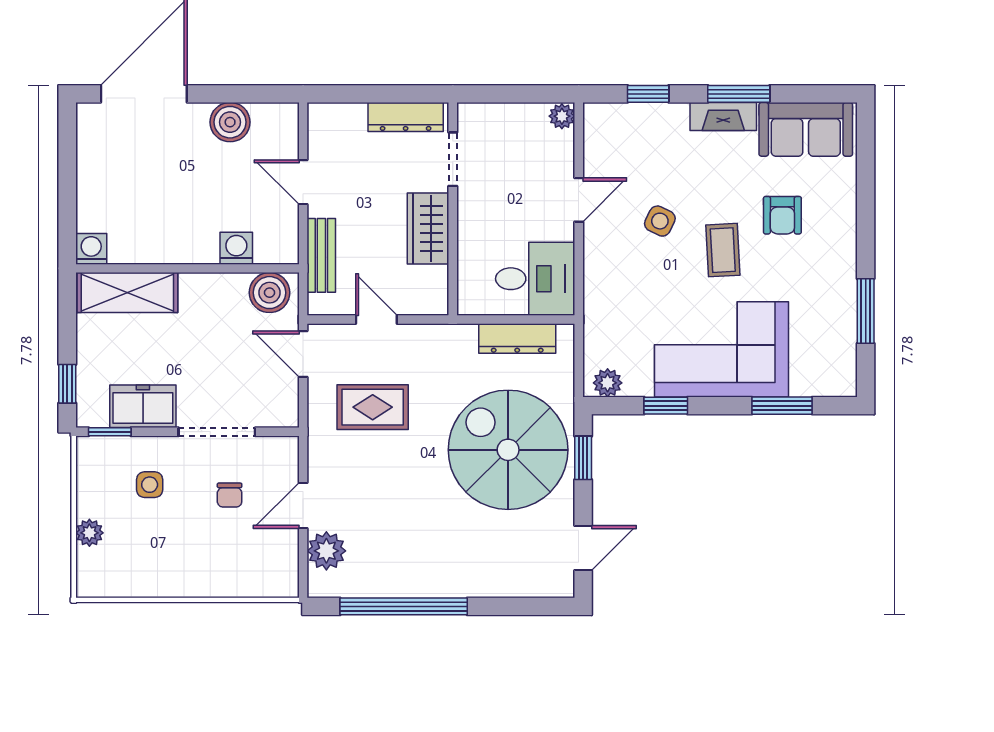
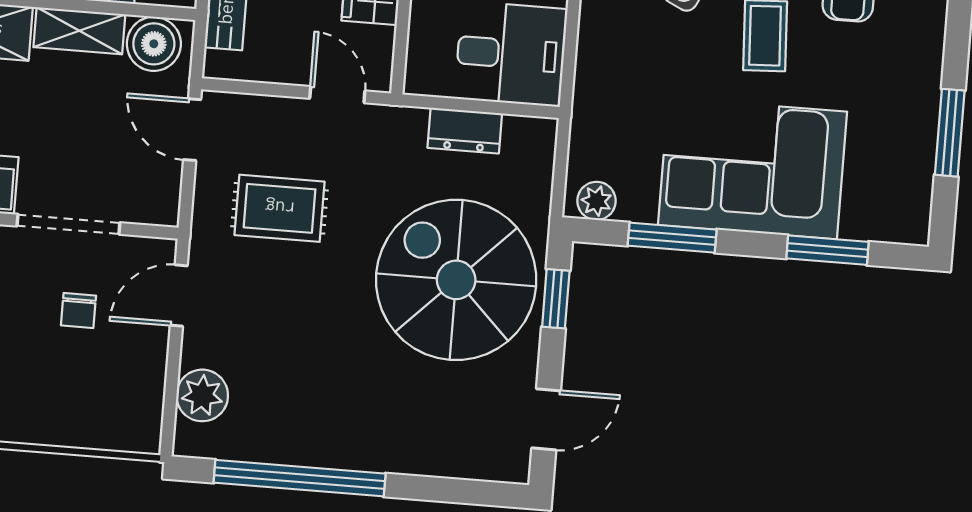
shelving: (213, 287) -> (79, 31), added
door: (376, 319) -> (337, 95), moved
dresser: (517, 339) -> (465, 131), width x0.70
window: (666, 406) -> (672, 238), width x1.50
door: (303, 505) -> (179, 295), moved

